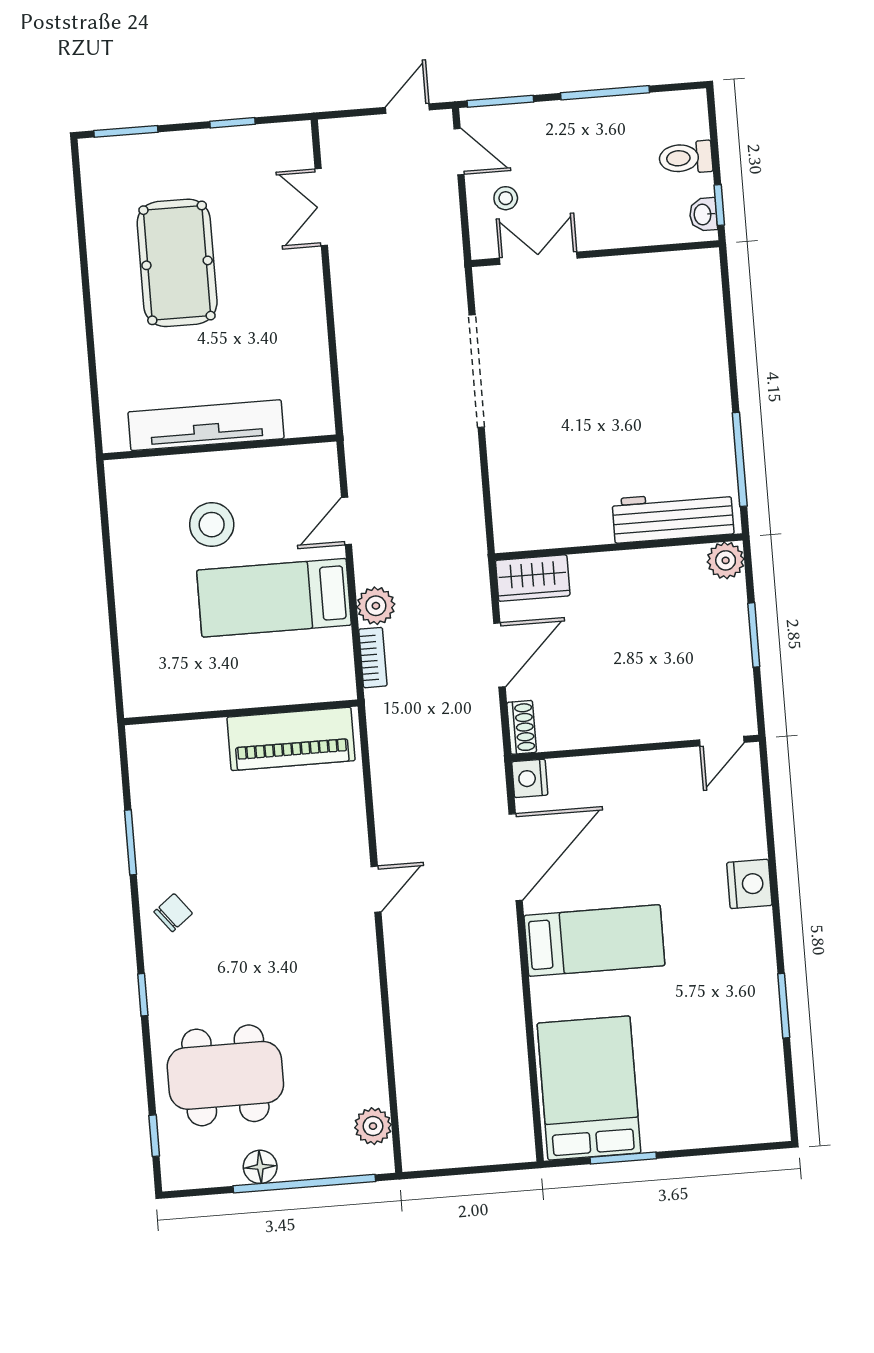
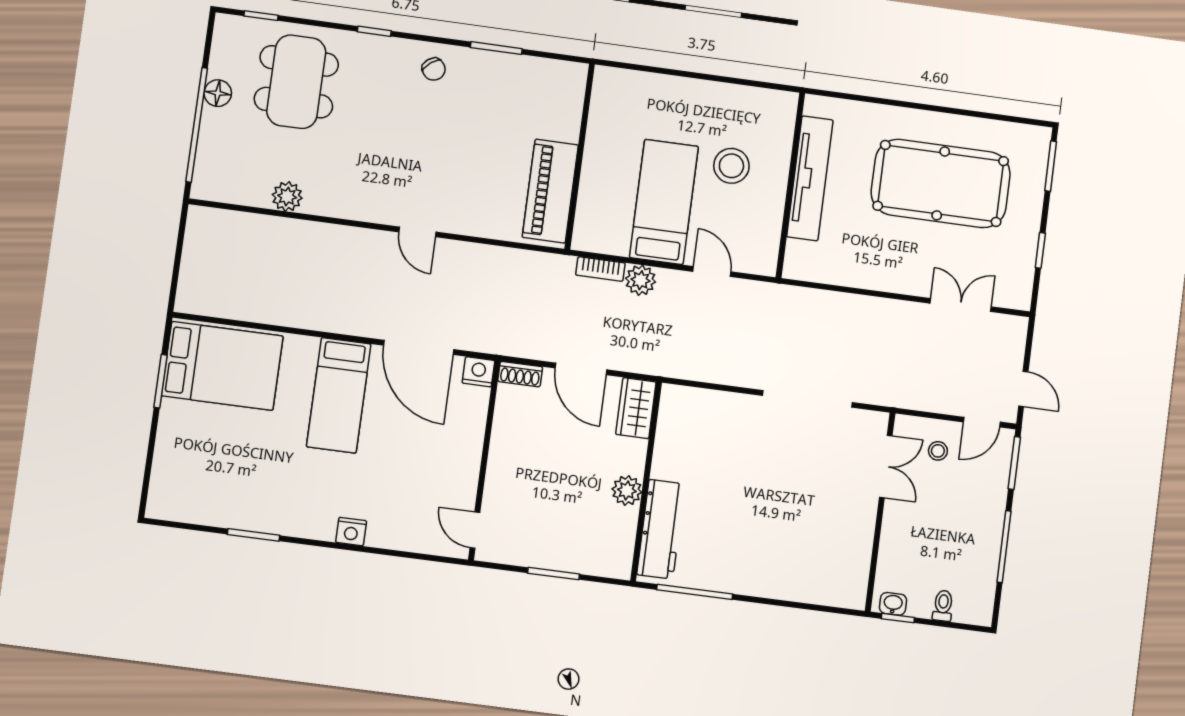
toilet: (686, 158) -> (943, 606), width x0.73, depth x0.72
pool table: (177, 263) -> (941, 183), width x1.36, depth x1.32
plant: (726, 560) -> (627, 490), moved
nightstand: (749, 884) -> (351, 532), width x0.74, depth x0.75
plant: (373, 1126) -> (287, 196), moved

